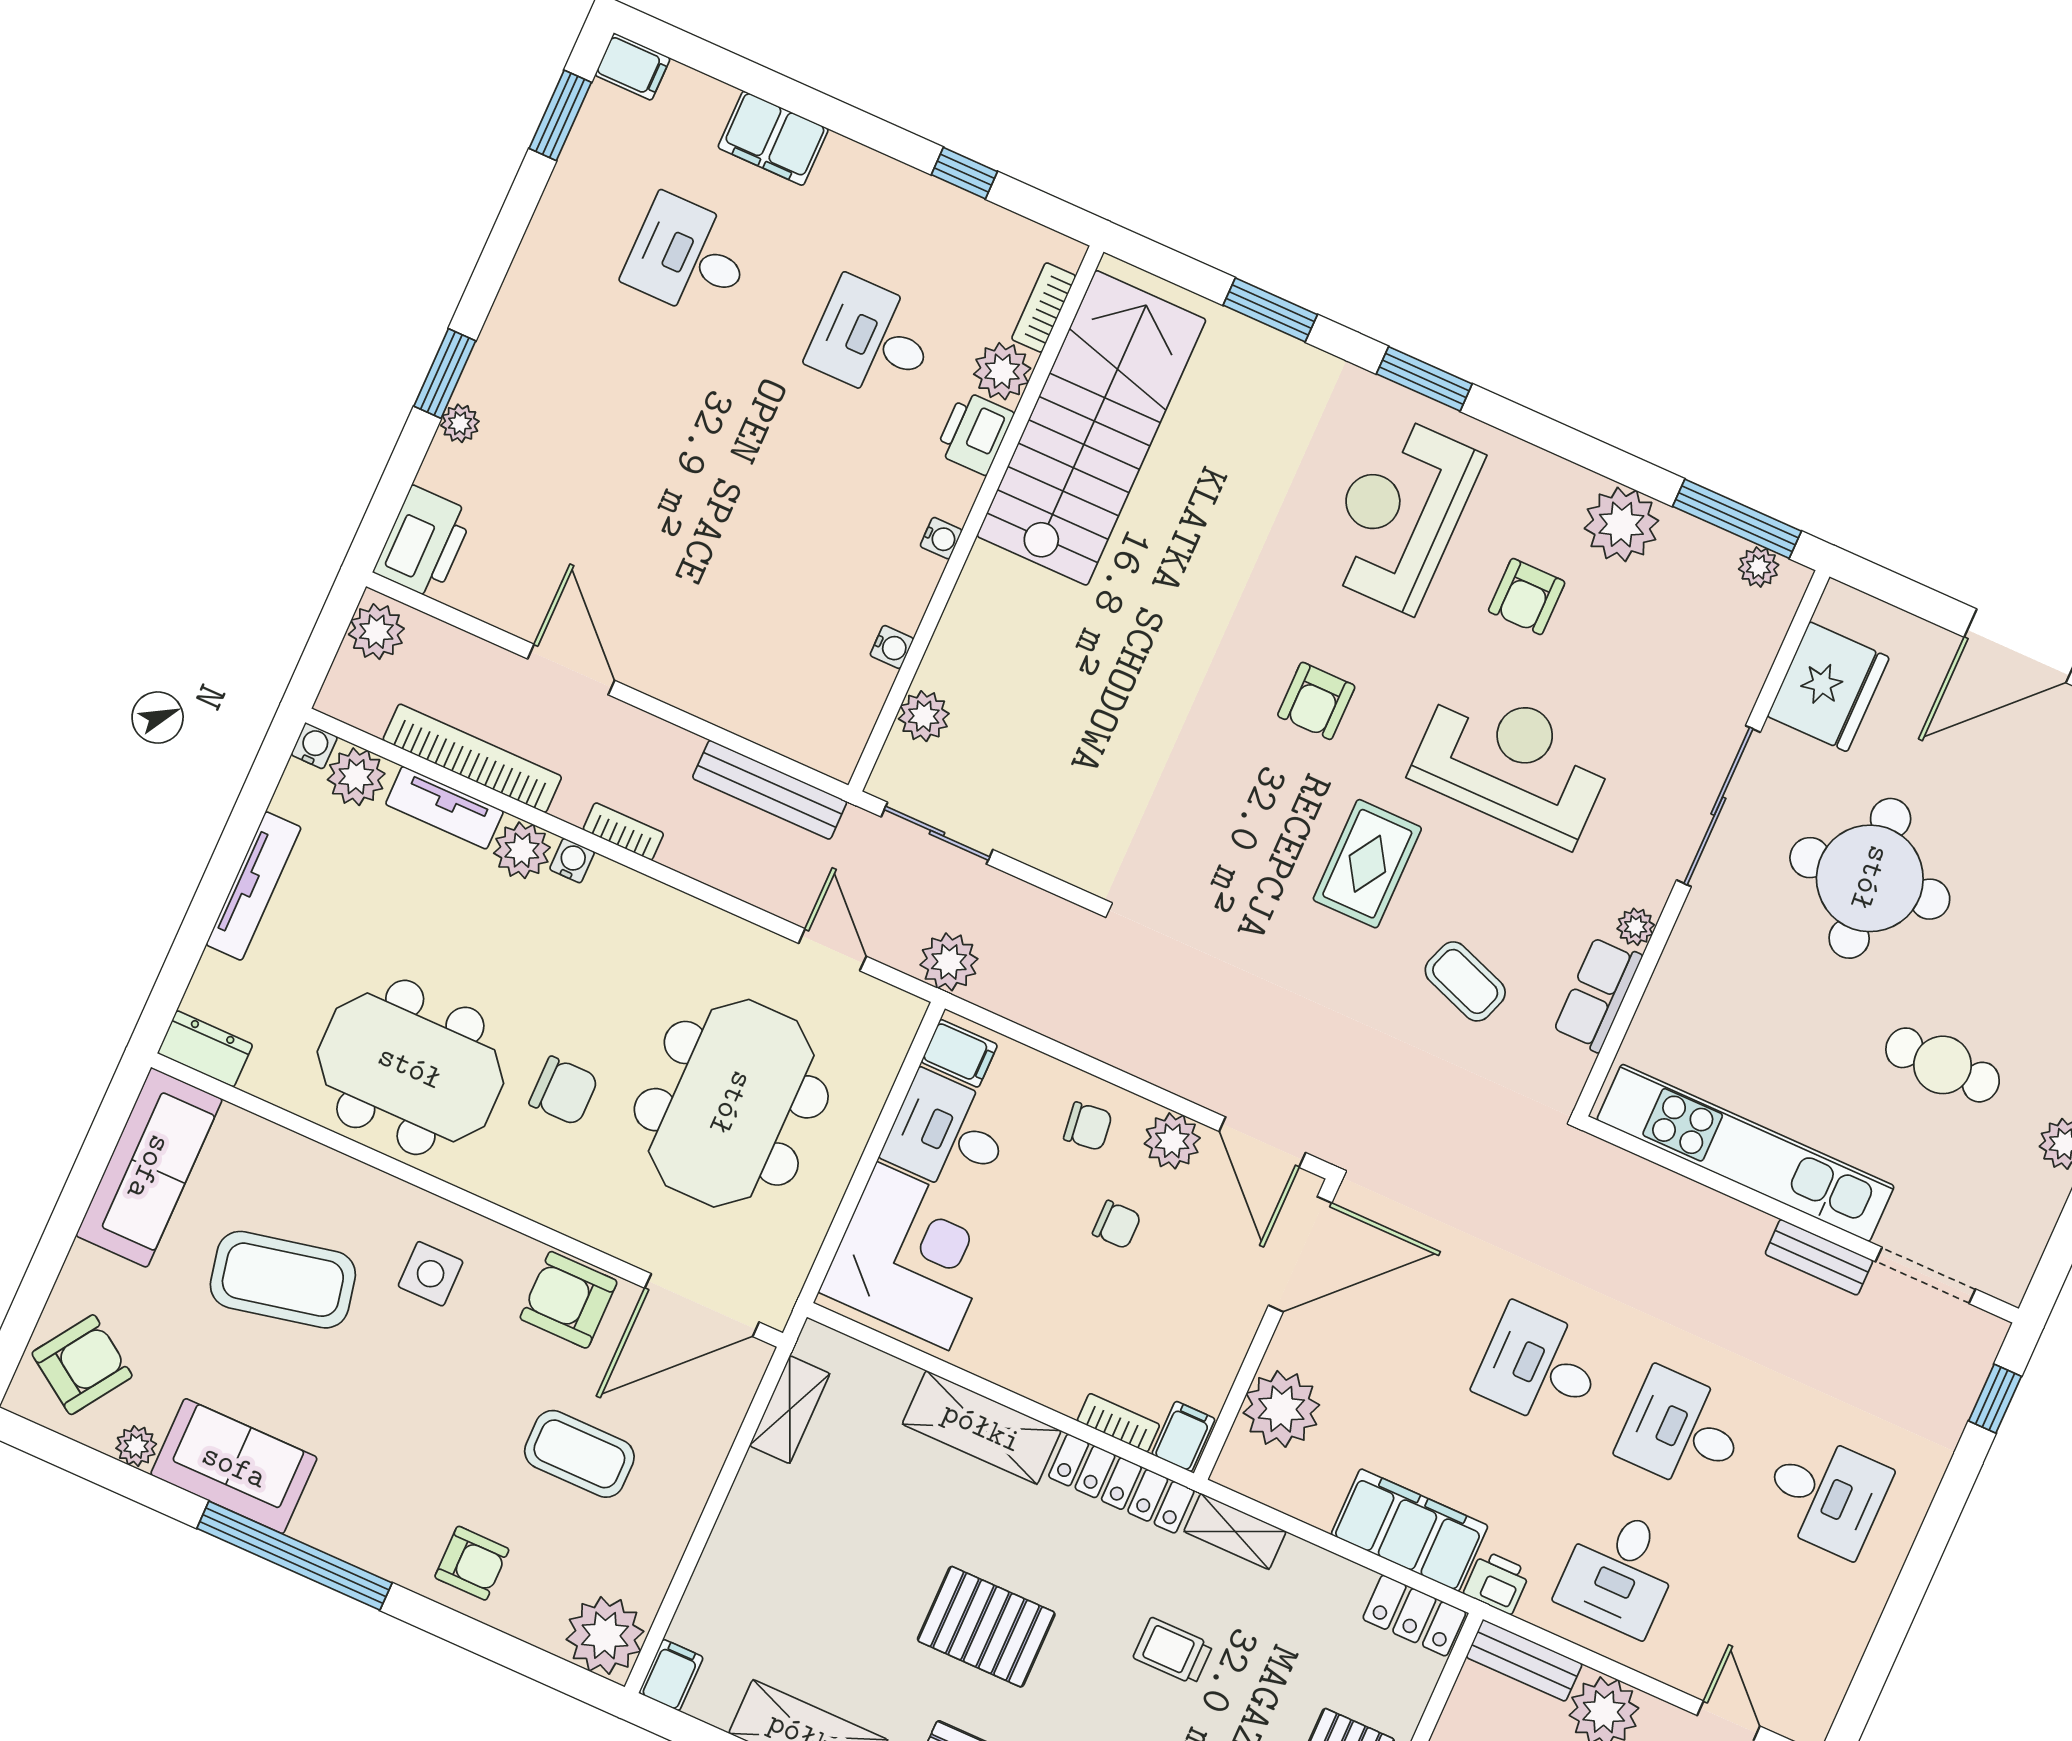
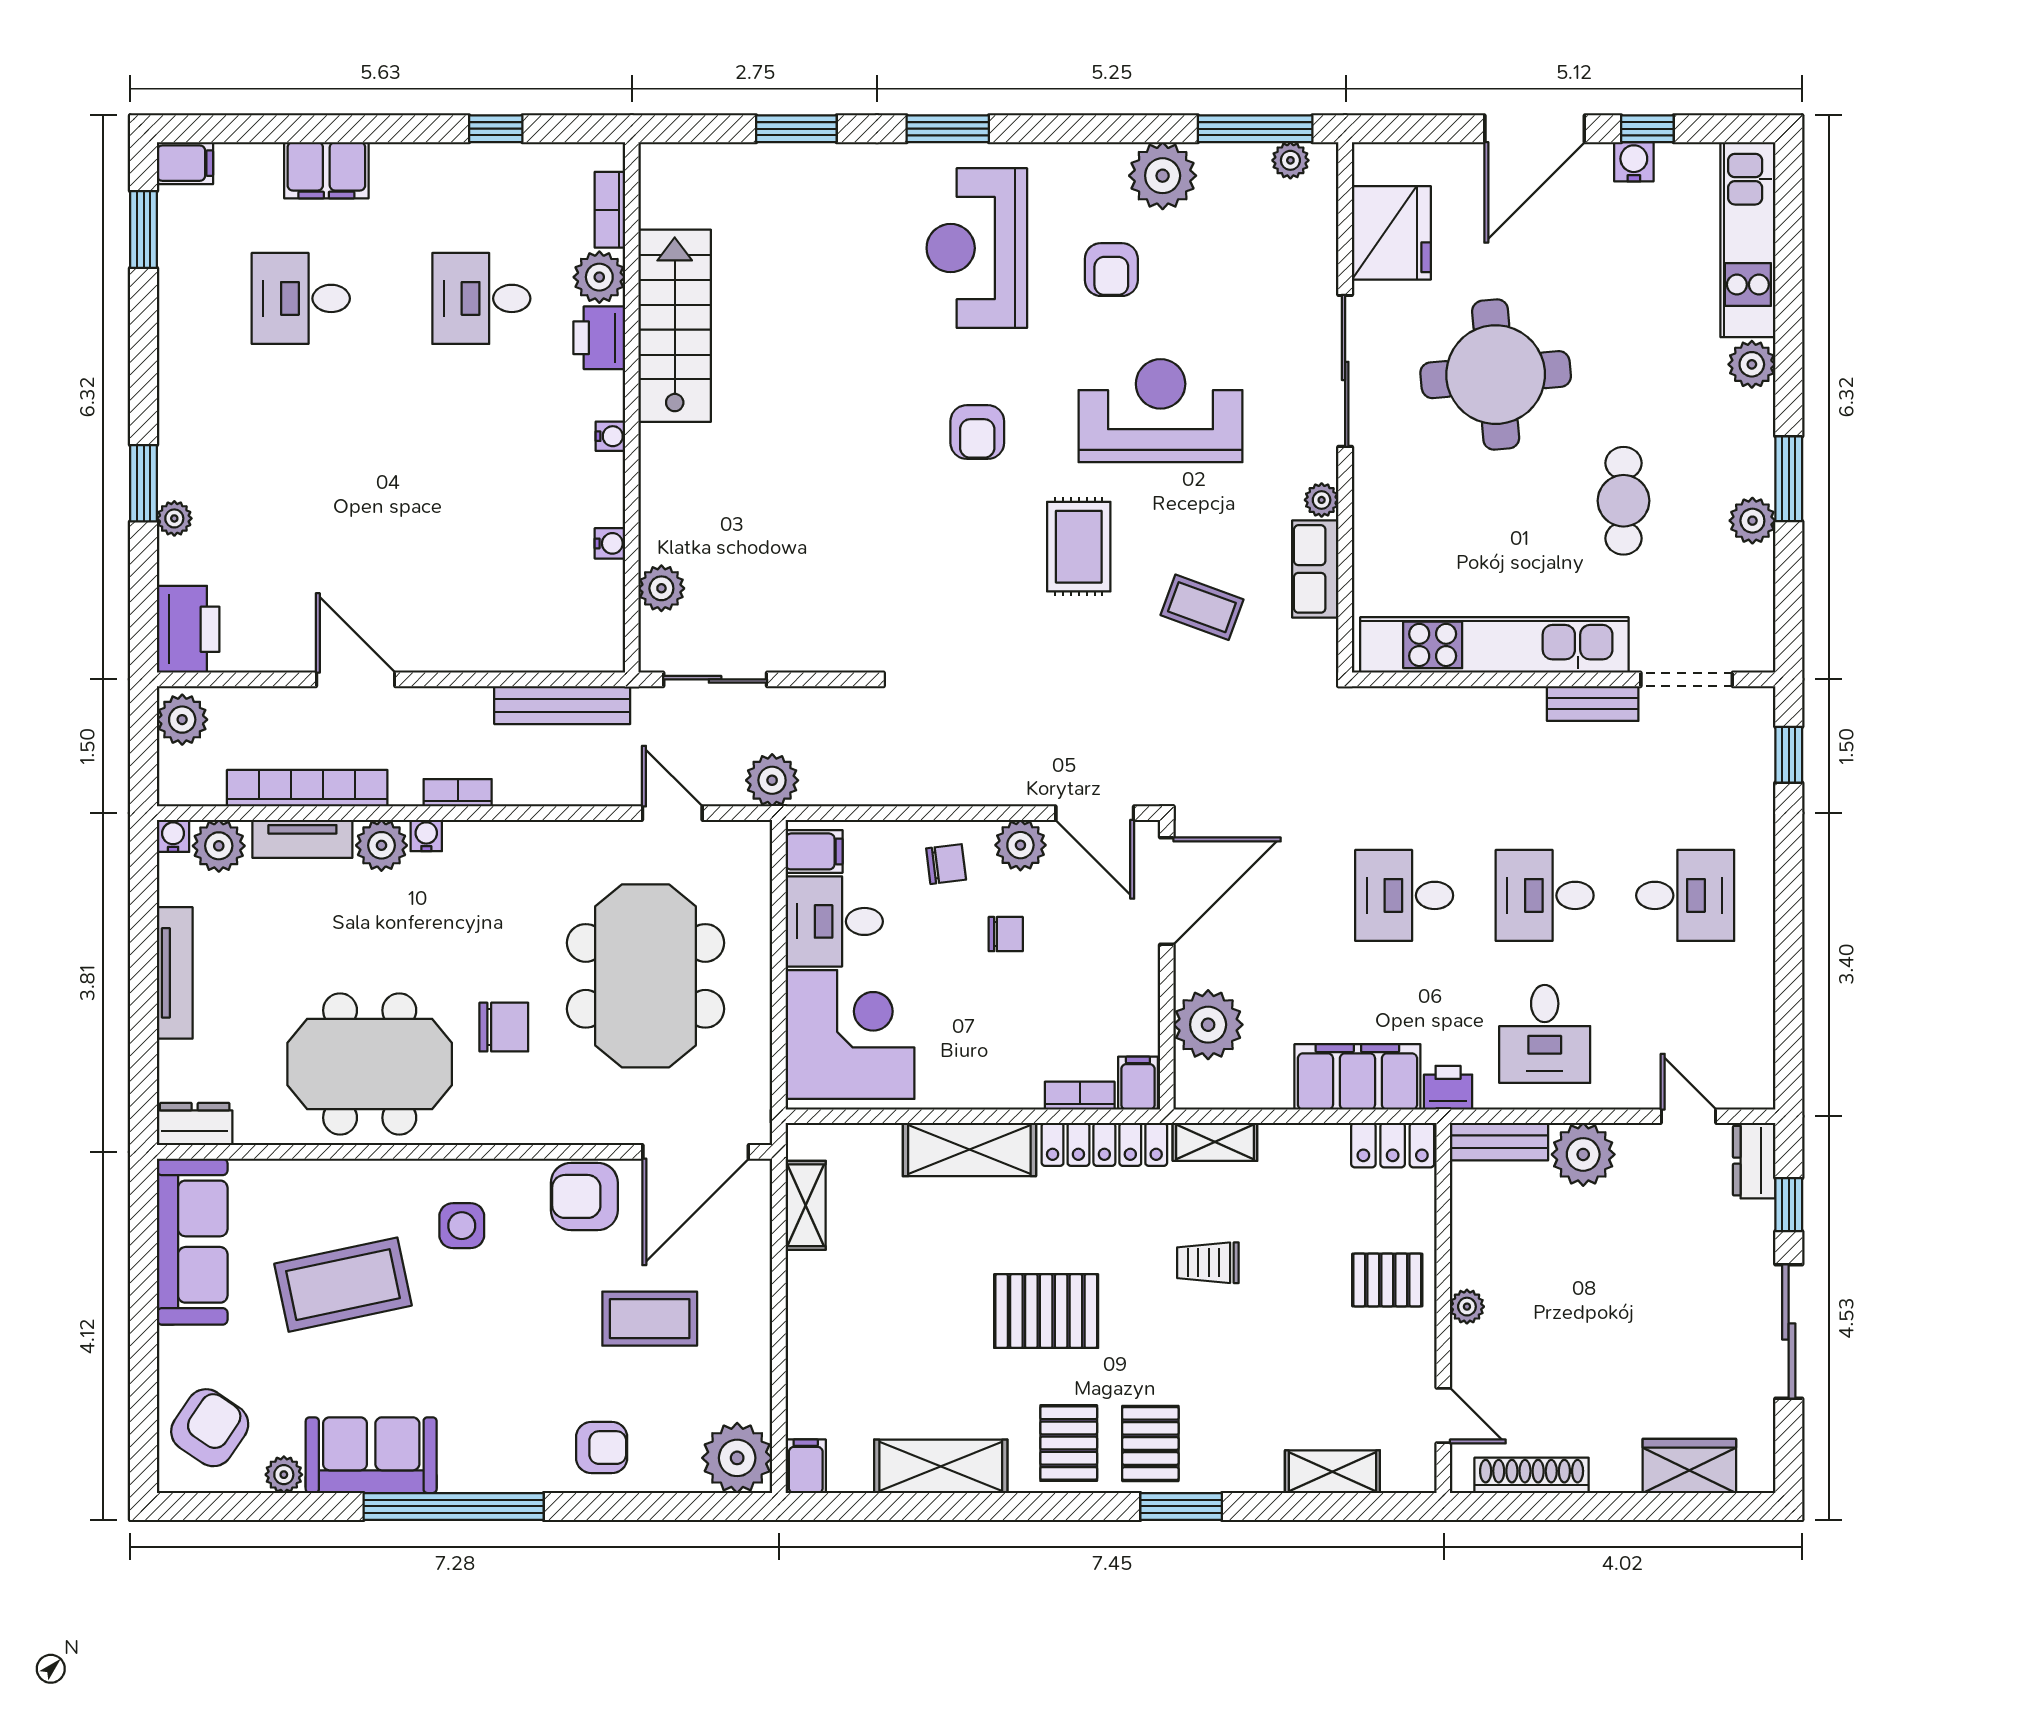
stairs: (1091, 428) -> (675, 326), width x0.73, depth x0.66
cafe table: (1943, 1065) -> (1623, 501), turned 90

